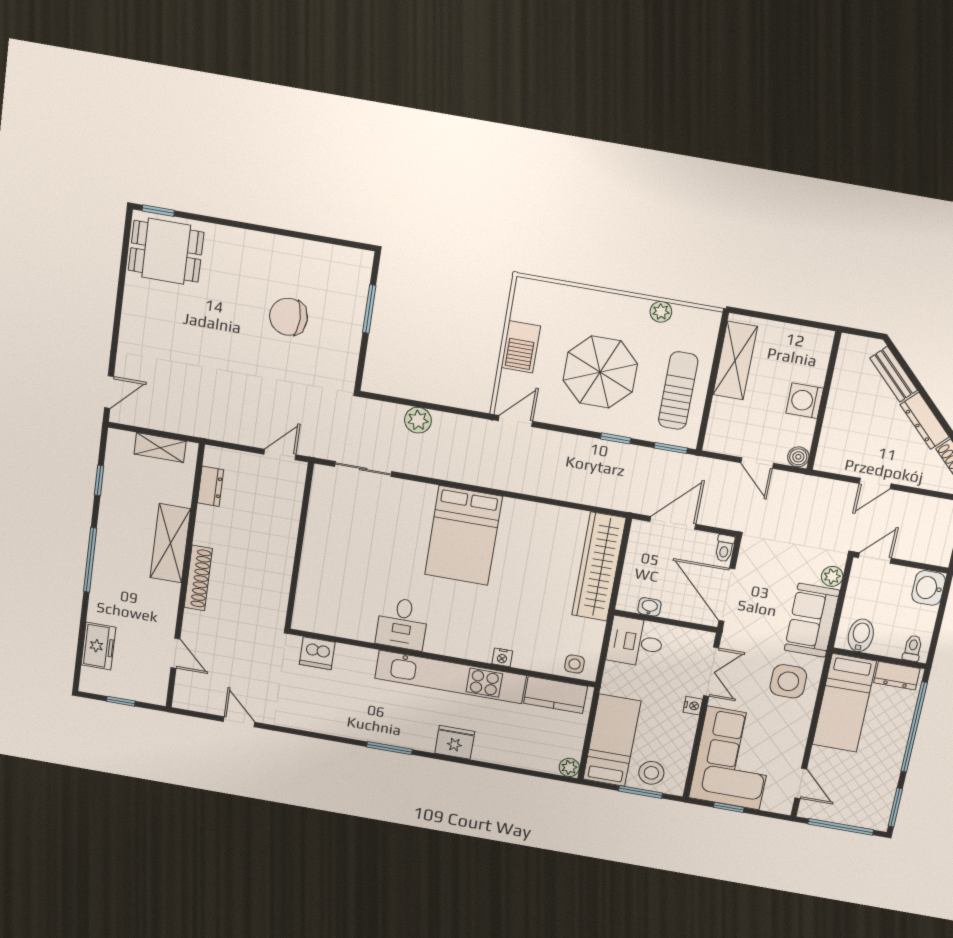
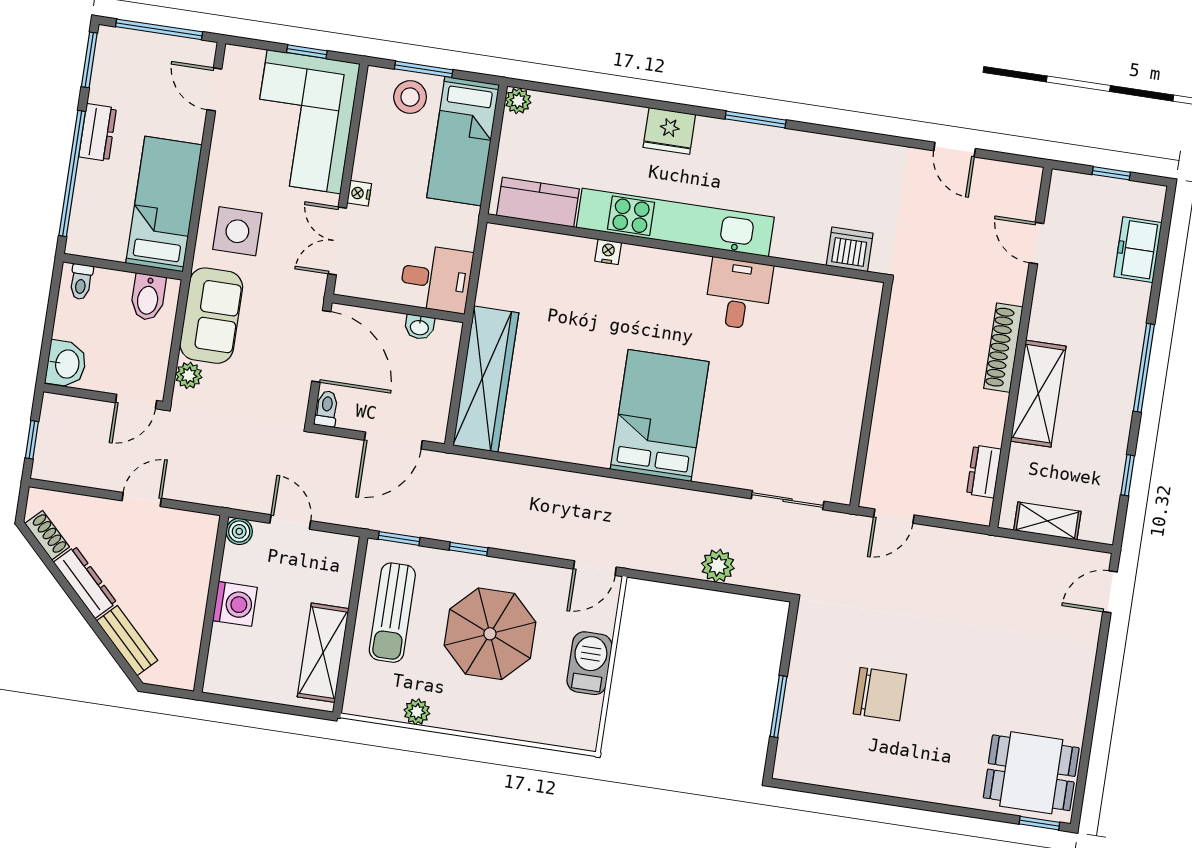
side table: (575, 664) -> (514, 246), removed
dresser: (897, 676) -> (98, 132), moved, turned 90

